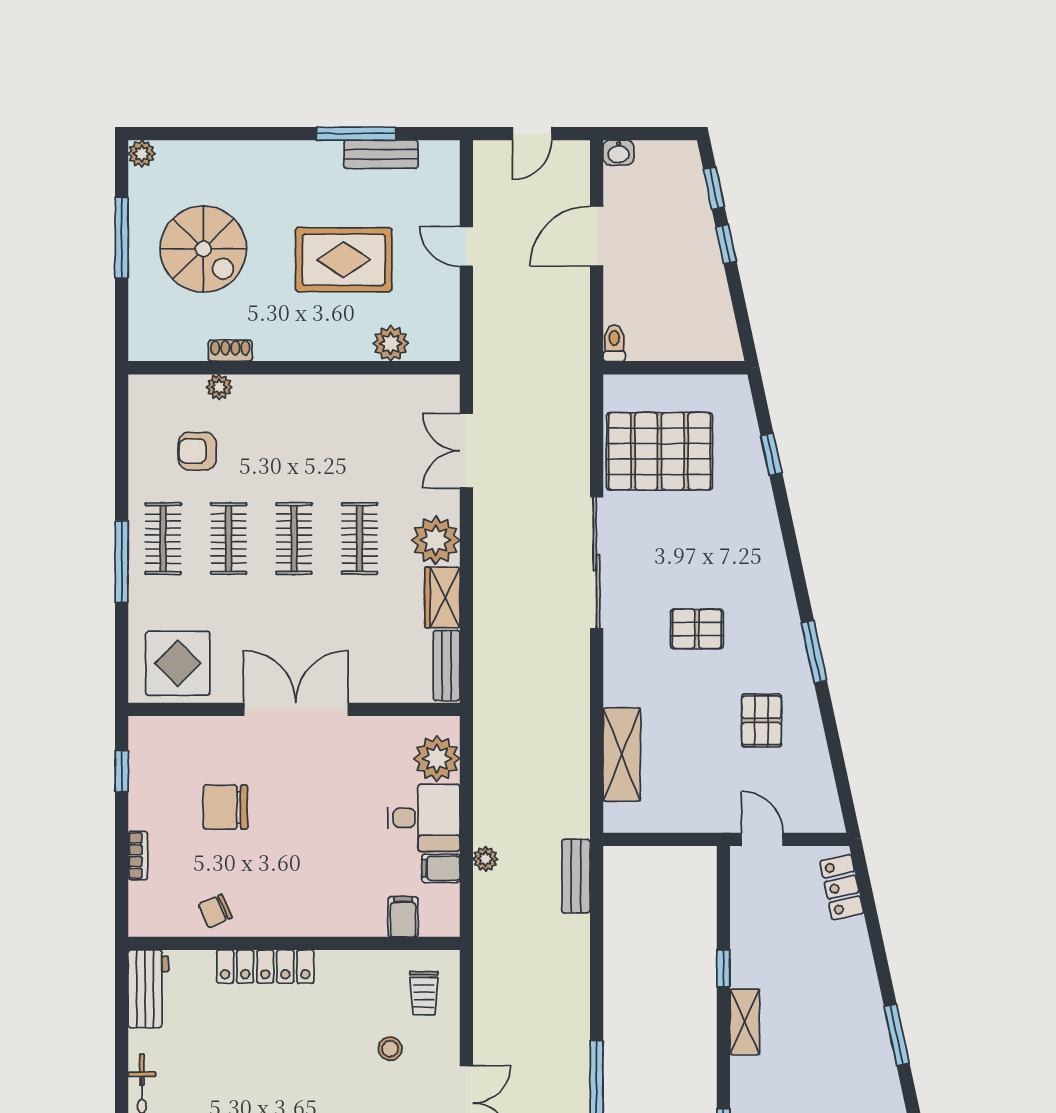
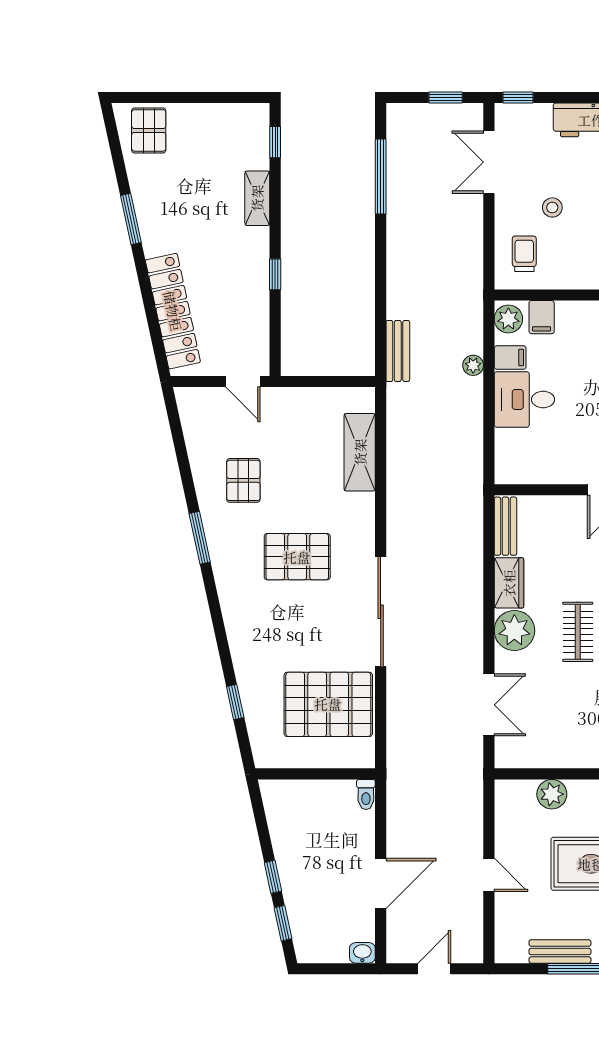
pallet: (697, 629) -> (297, 557), width x1.50, depth x1.42
plant: (437, 759) -> (508, 319), moved, width x0.73, depth x0.73
locker: (842, 887) -> (173, 311), width x2.16, depth x1.21
shelving: (745, 1022) -> (257, 198), moved

